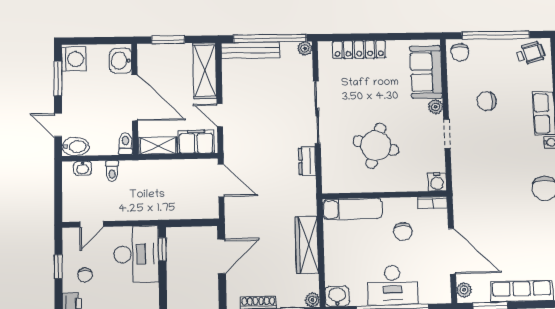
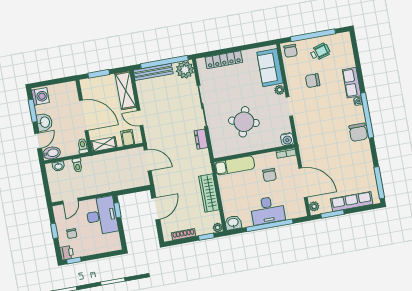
plant: (305, 48) -> (185, 70), width x1.88, depth x1.88
wheelchair: (530, 53) -> (320, 52), moved
washbasin: (121, 61) -> (44, 122), moved, turned 180
door: (58, 125) -> (38, 141), swing flipped
filing cabinet: (196, 142) -> (128, 138), width x0.50

